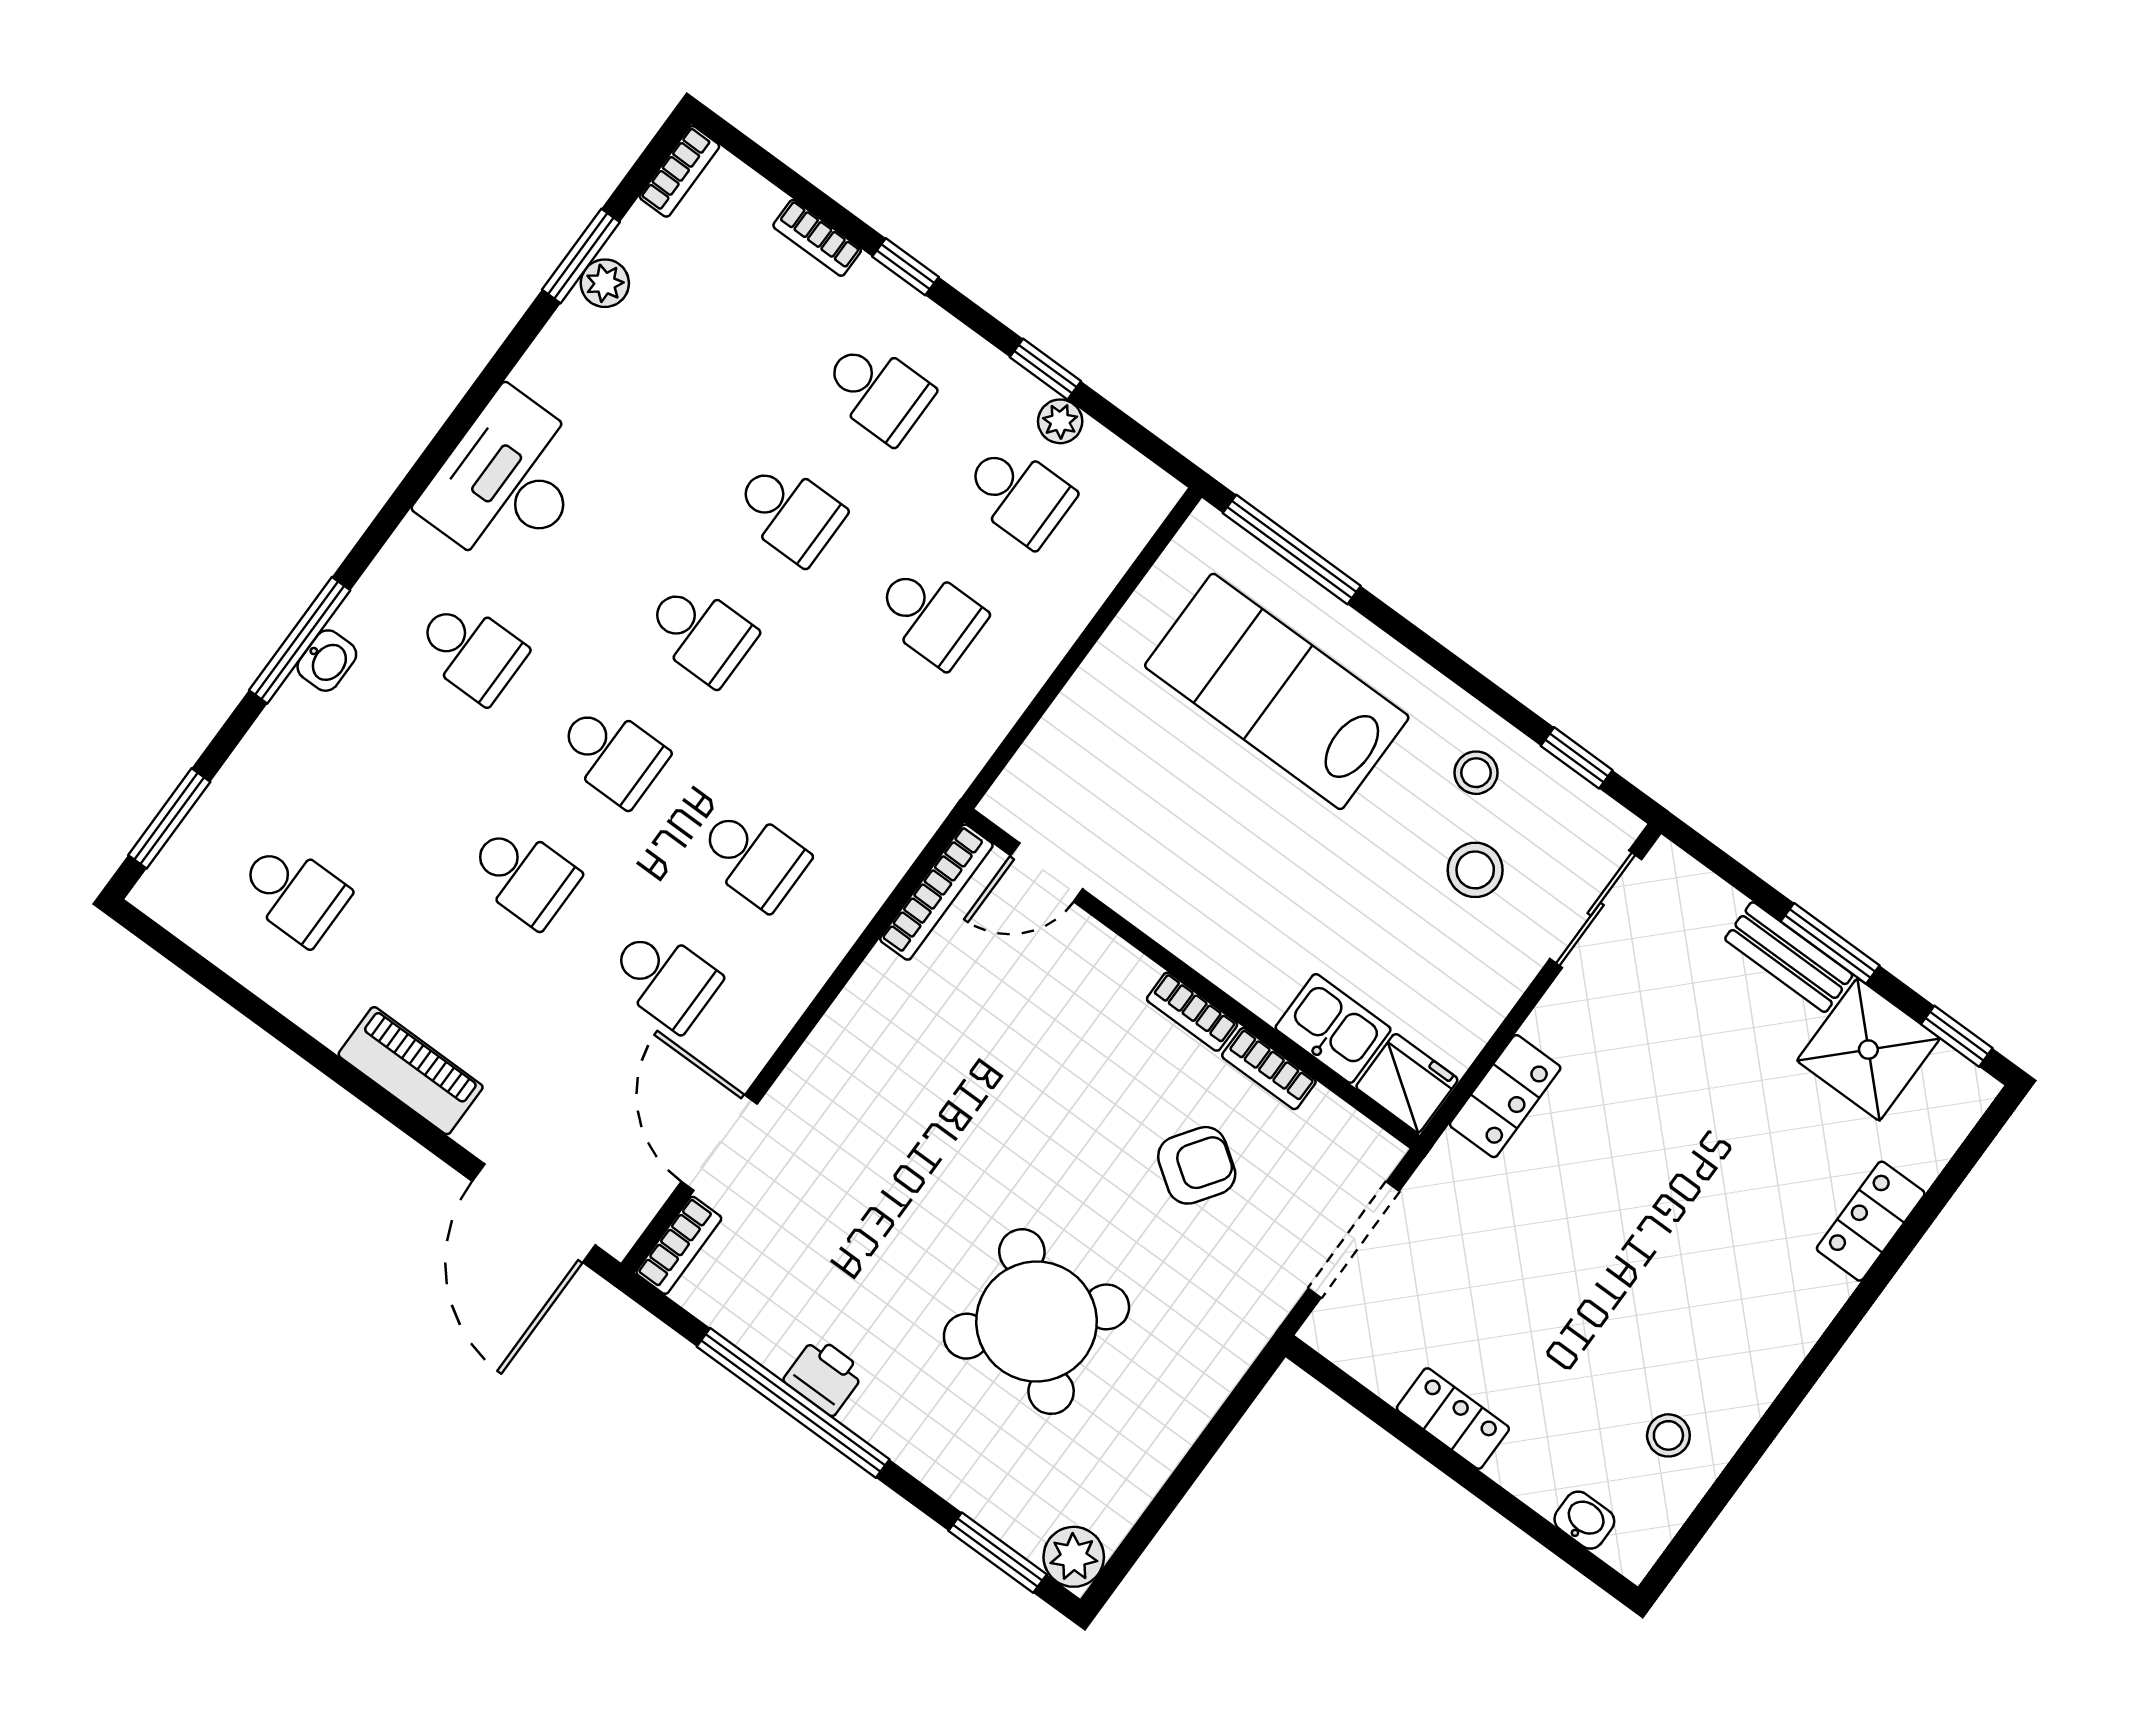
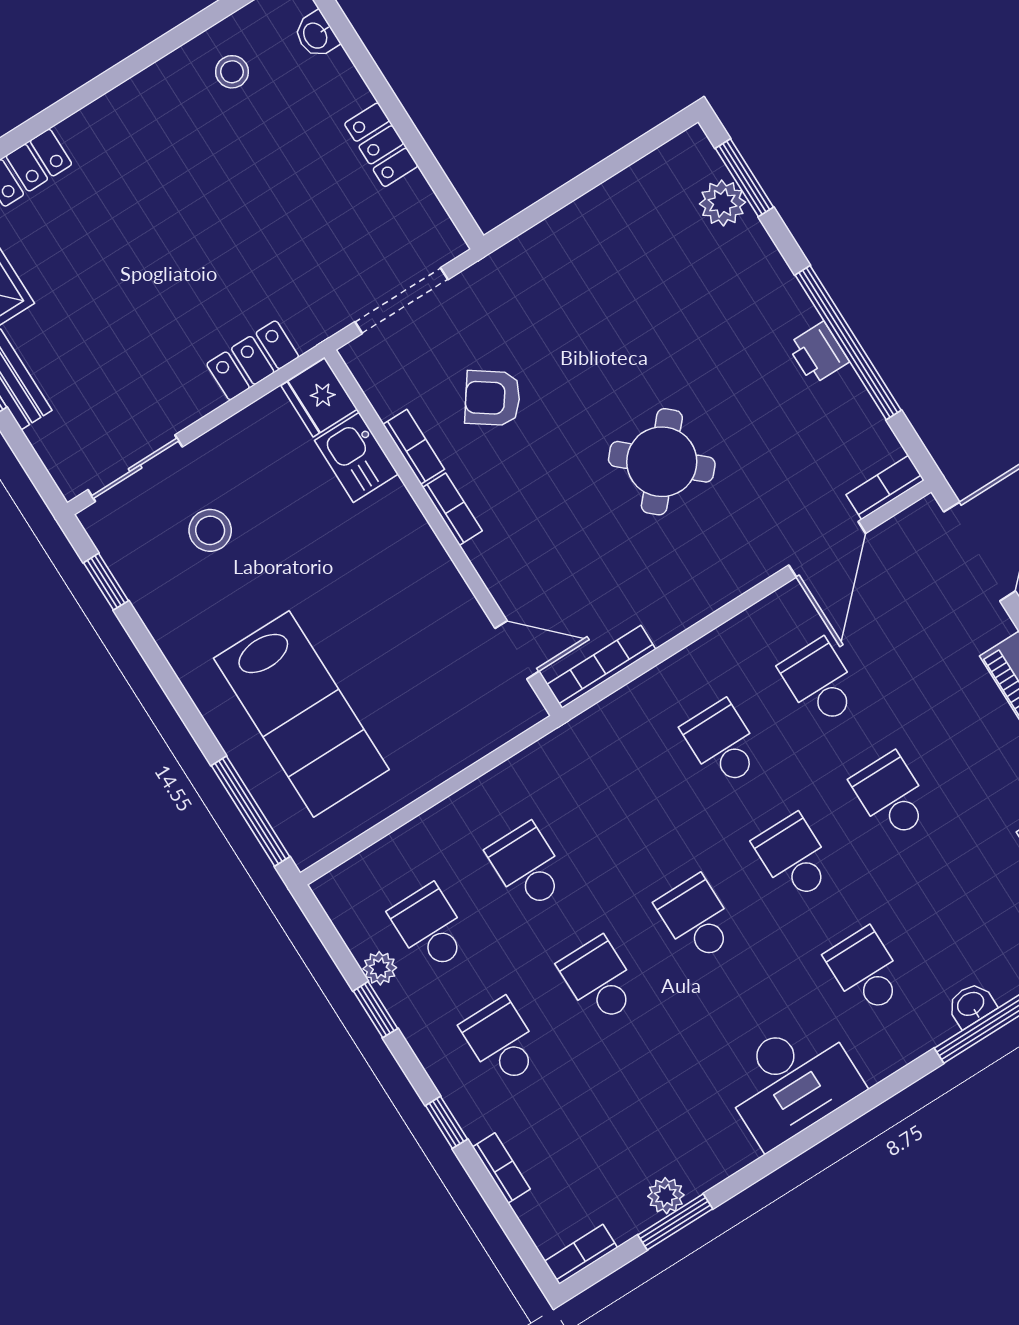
stool: (1476, 773) -> (182, 600), removed
round table: (1036, 1322) -> (662, 462), moved, width x0.73, depth x0.73
plant: (1074, 1557) -> (722, 203), moved

